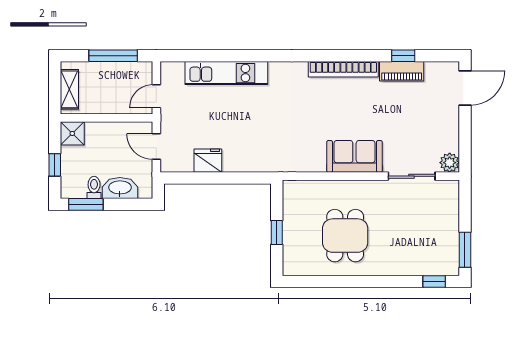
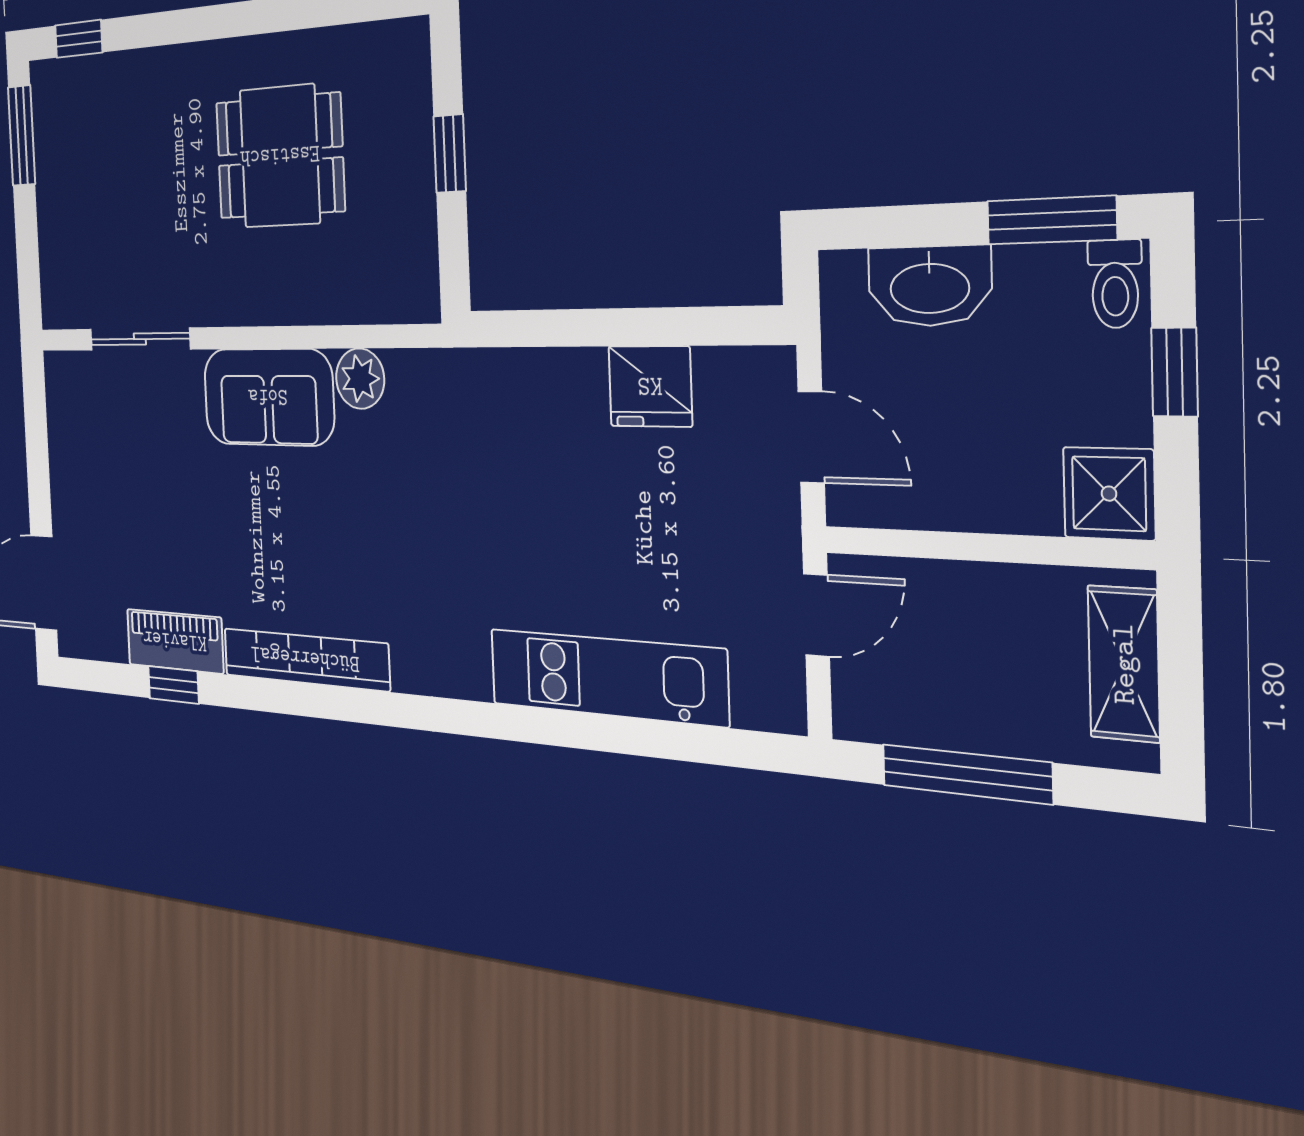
plant: (450, 163) -> (360, 379), moved
toilet: (94, 187) -> (1115, 284), moved
dining table: (345, 236) -> (280, 156), turned 90

